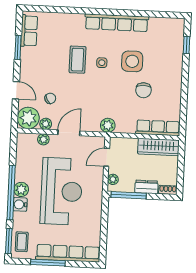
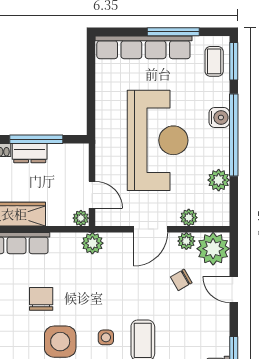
door: (107, 157) -> (92, 195), hinge flipped
plant: (113, 179) -> (81, 218), moved
plant: (21, 189) -> (219, 180), moved
reception desk: (61, 191) -> (158, 140), turned 180
window: (129, 195) -> (36, 139), moved

